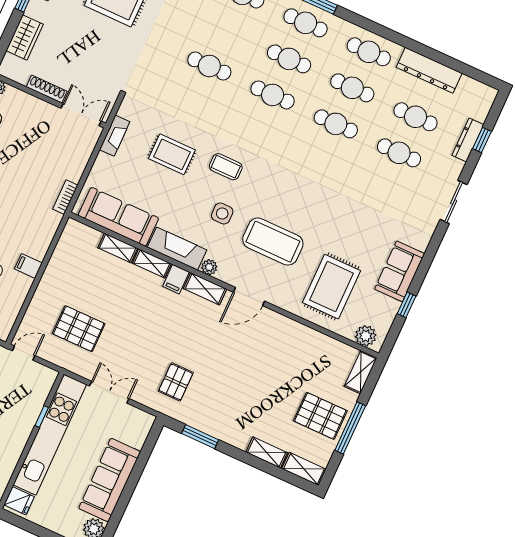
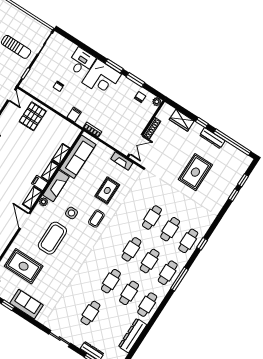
cafe table: (416, 117) -> (170, 229), moved
filing cabinet: (28, 266) -> (74, 115), moved
pallet: (79, 329) -> (33, 116), moved

